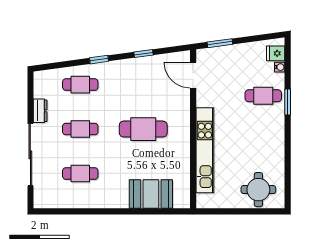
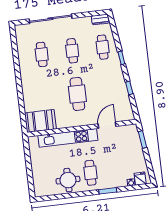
door: (193, 75) -> (107, 125), moved
cafe table: (263, 96) -> (90, 173), moved
dresser: (40, 111) -> (100, 20), moved
round table: (258, 190) -> (68, 180), moved
booth: (151, 194) -> (40, 121), moved, turned 90

